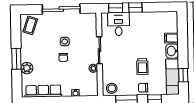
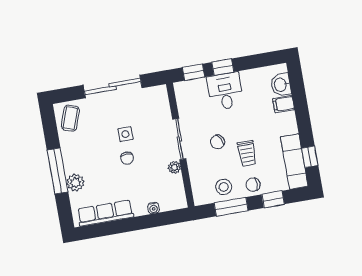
desk: (119, 24) -> (225, 91), moved
washbasin: (172, 51) -> (281, 85), moved
chair: (124, 56) -> (218, 142), added
window: (16, 59) -> (58, 171), width x1.44
stool: (112, 88) -> (224, 187), moved

